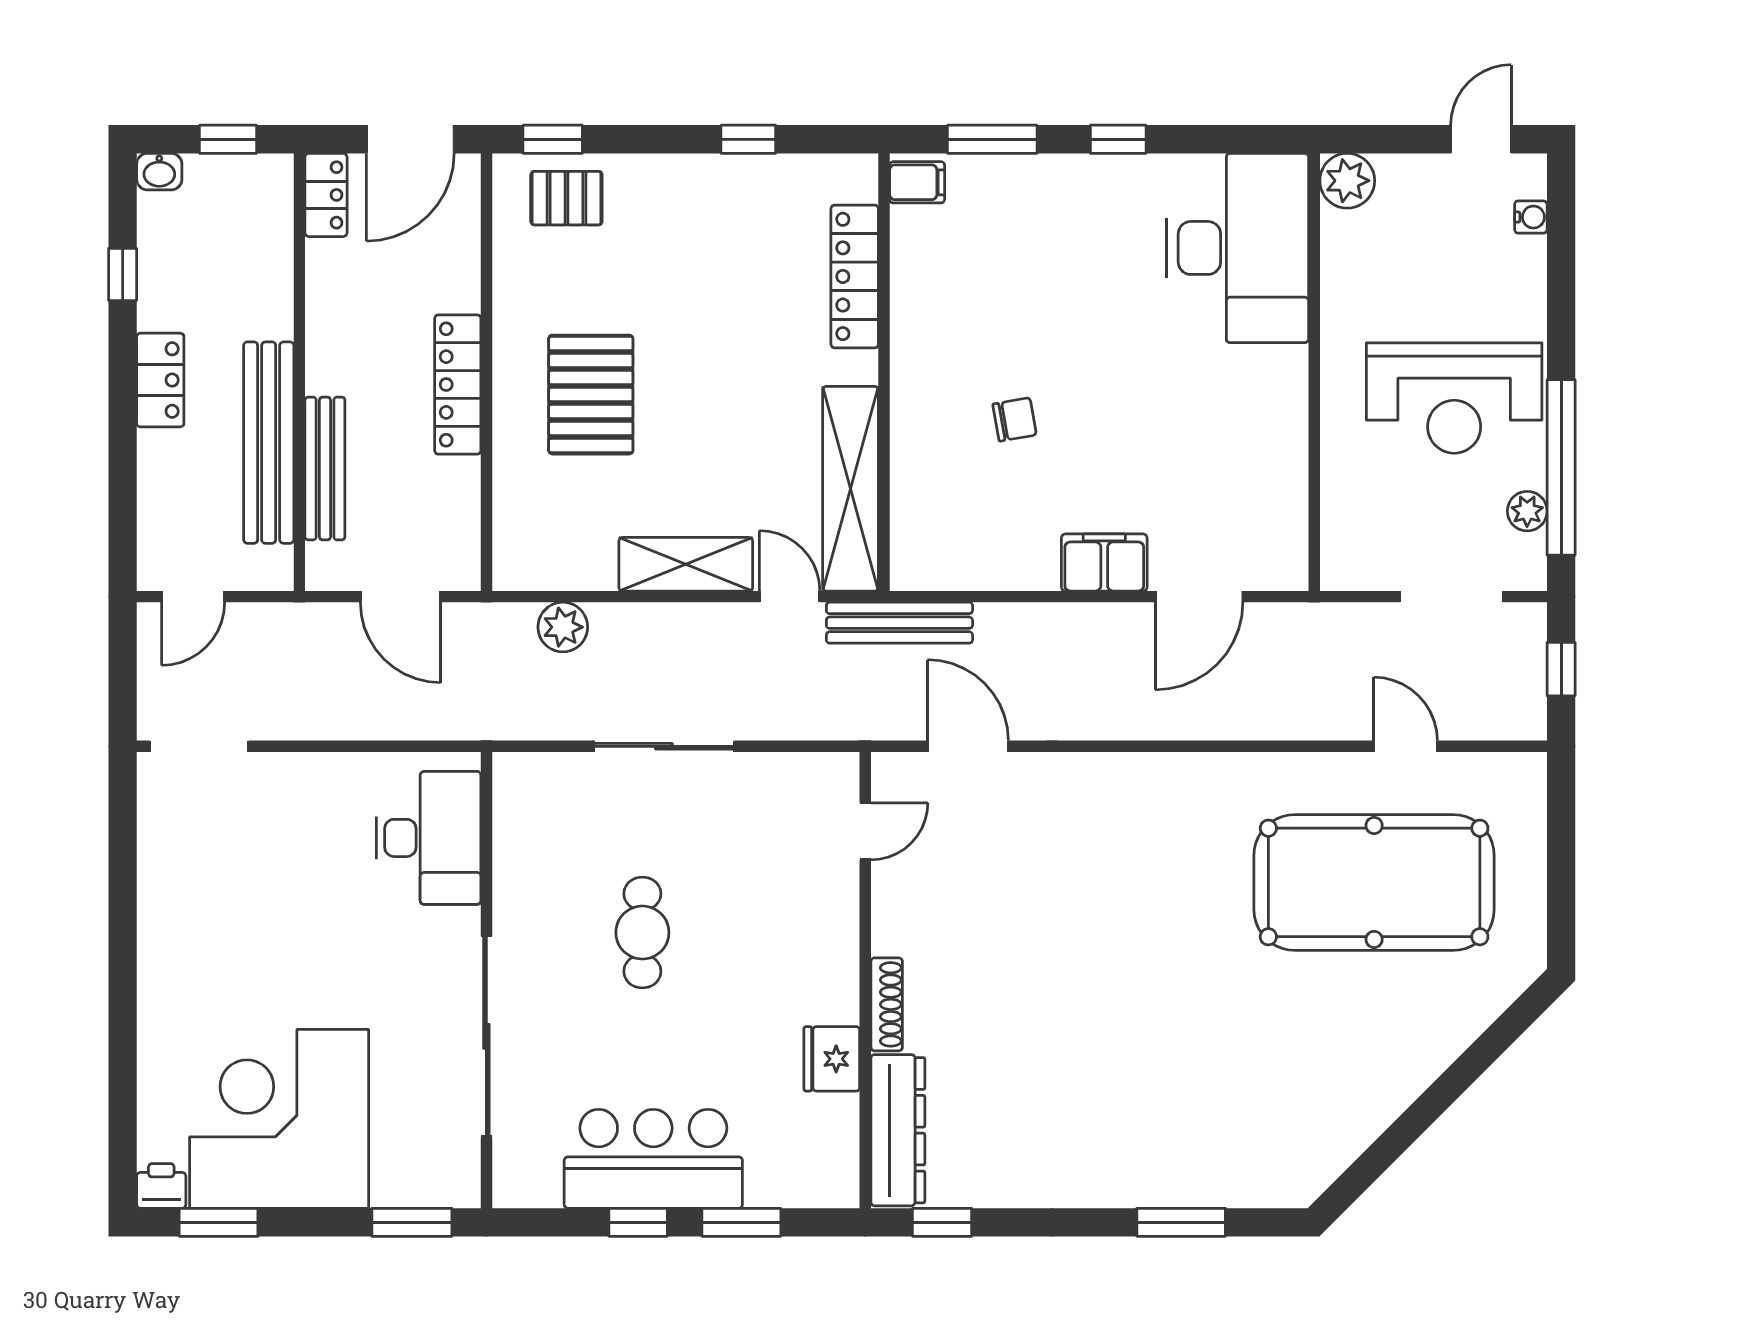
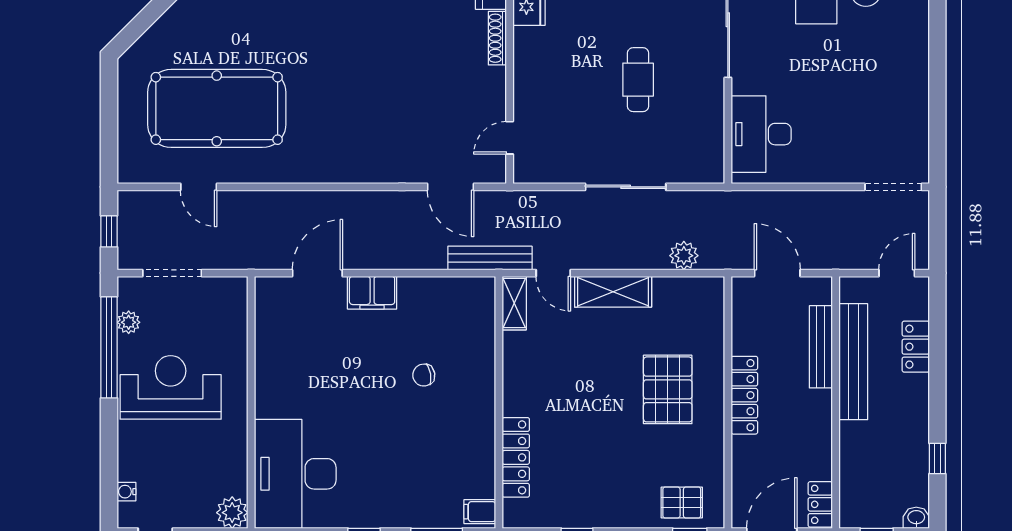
locker: (160, 380) -> (916, 347), moved
shelving: (850, 489) -> (514, 303), width x0.45, depth x0.75

